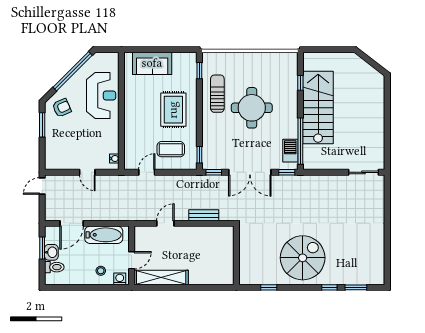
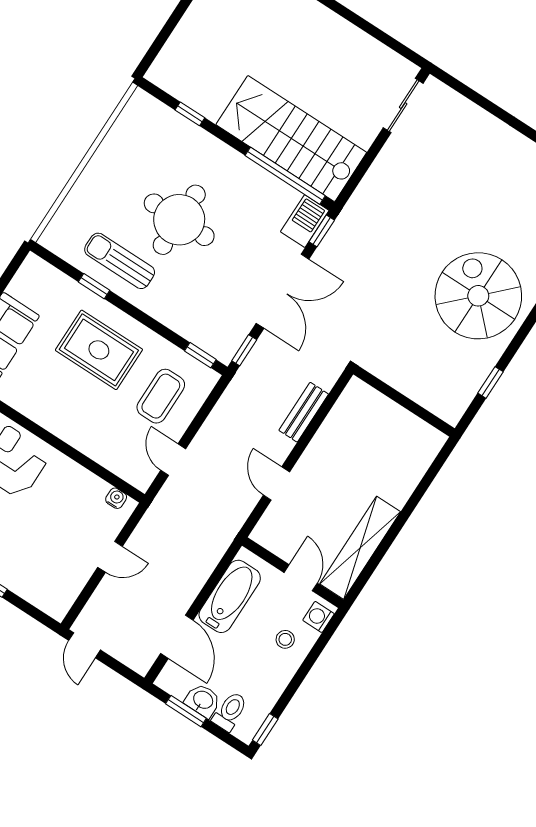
window: (199, 71) -> (94, 286), moved
stairs: (318, 108) -> (291, 139), moved
barbecue: (290, 151) -> (305, 221), moved, turned 90
window: (56, 287) -> (265, 729), added

